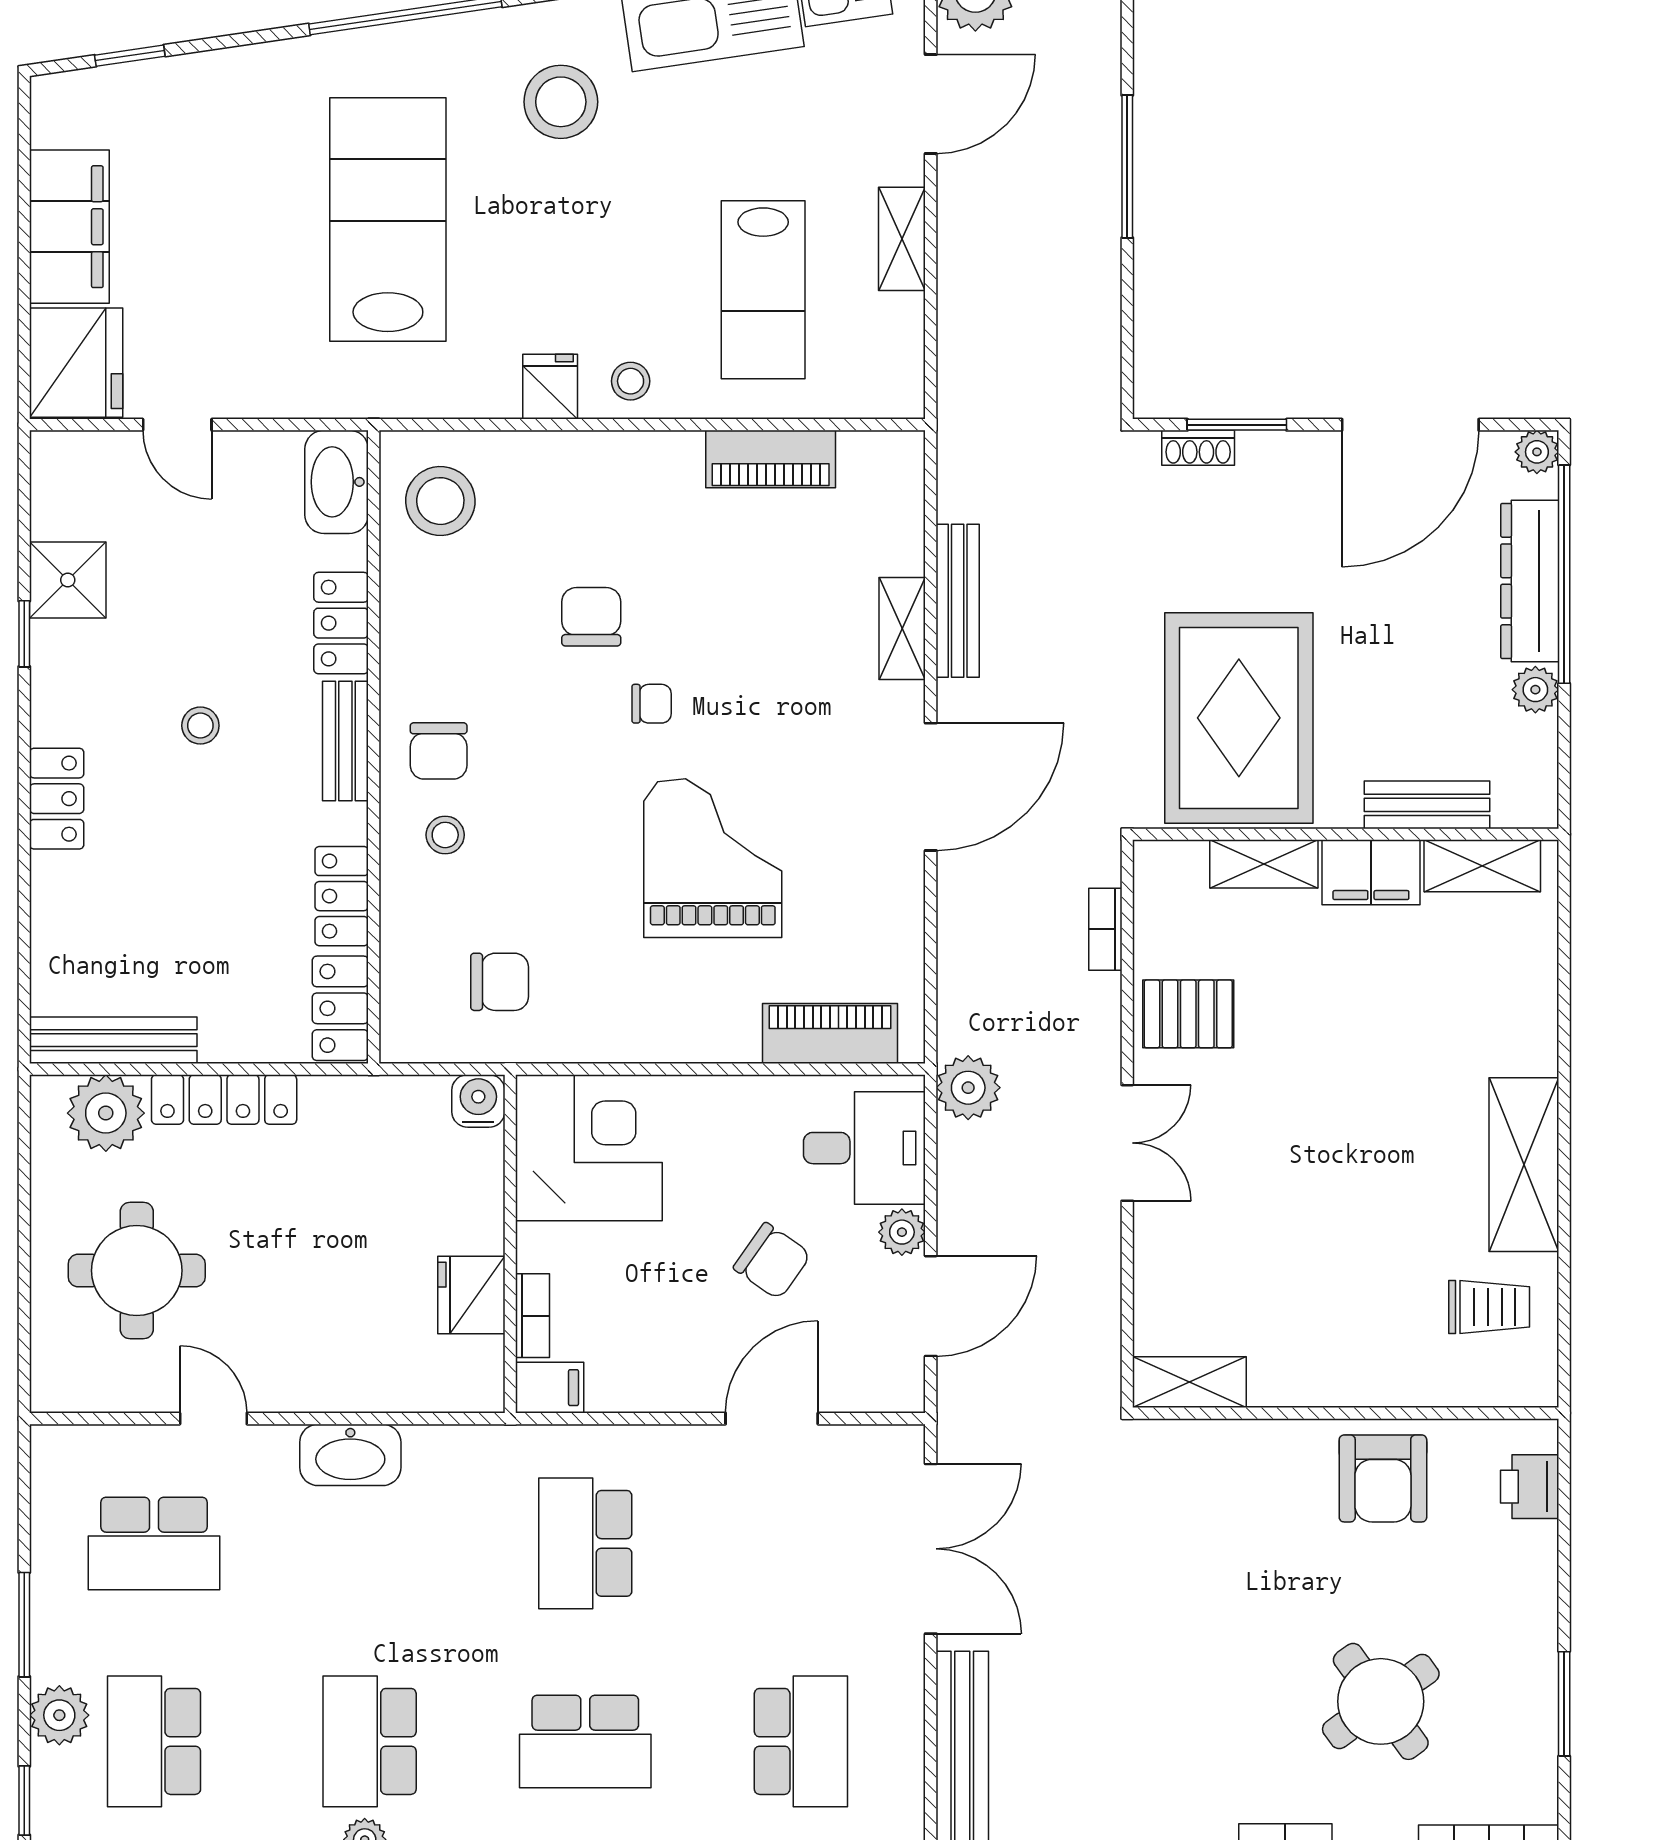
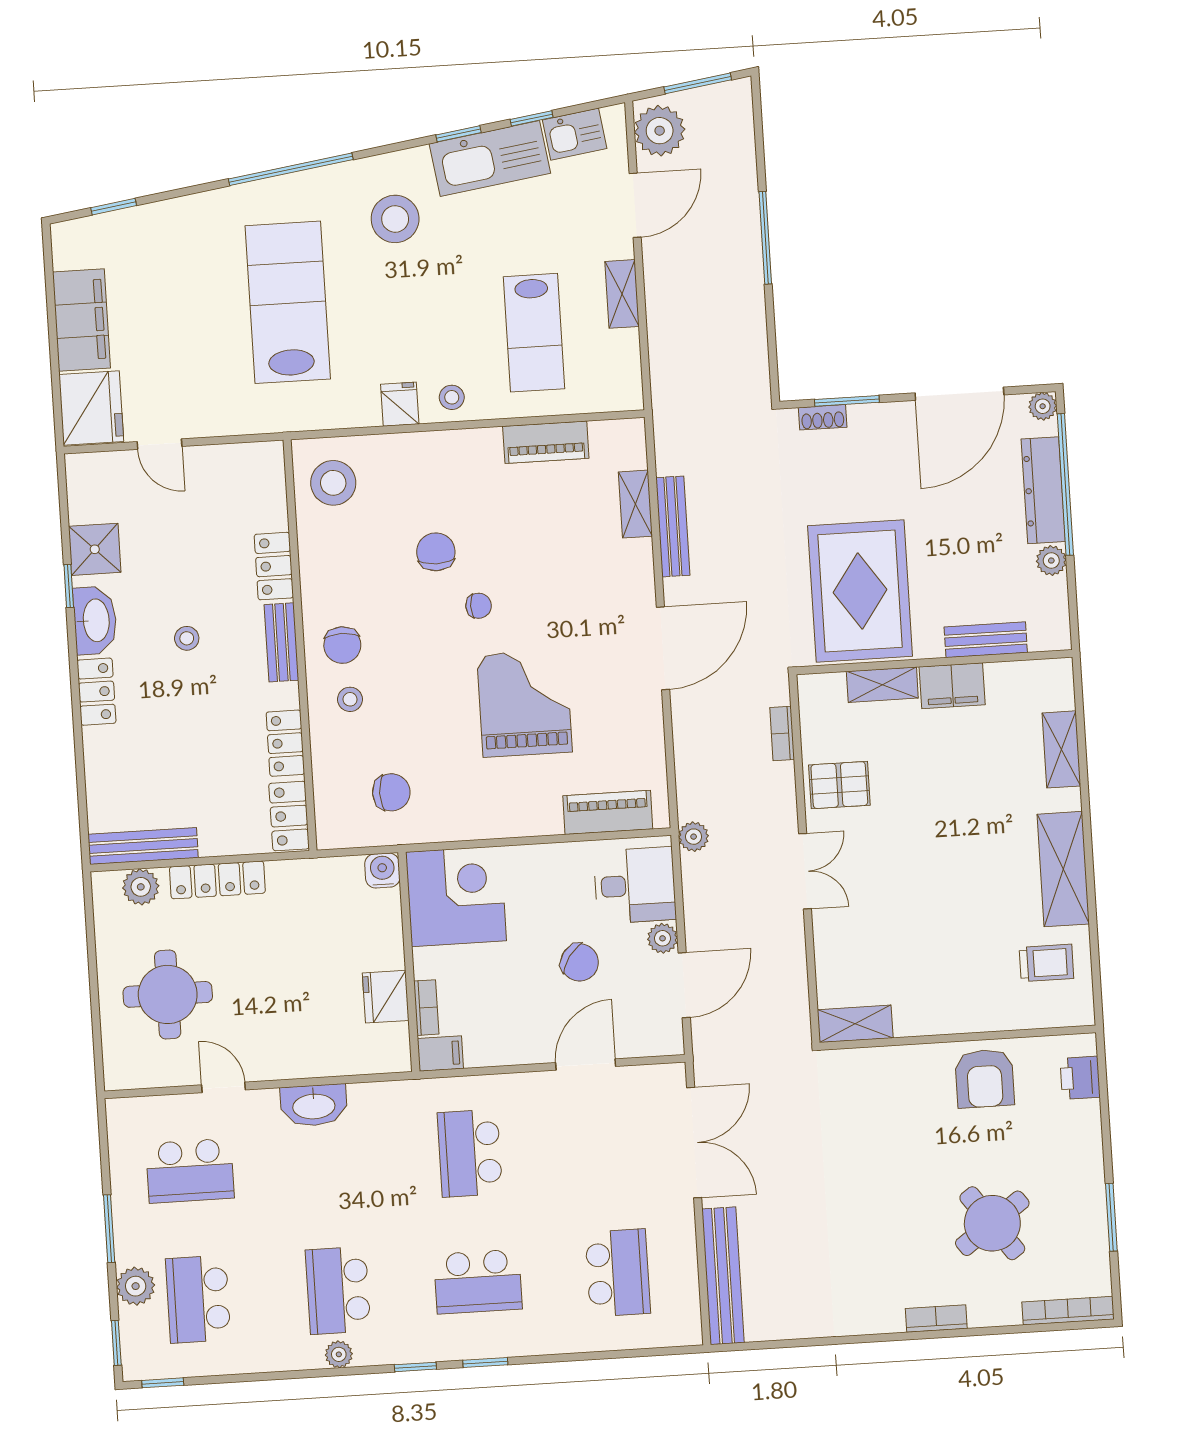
washbasin: (337, 482) -> (95, 620), moved, turned 180
shelving: (902, 629) -> (635, 504), moved
shelving: (1482, 866) -> (1061, 749), moved, turned 90
plant: (968, 1088) -> (694, 837), width x0.73, depth x0.73
plant: (106, 1113) -> (141, 887), width x0.73, depth x0.73

